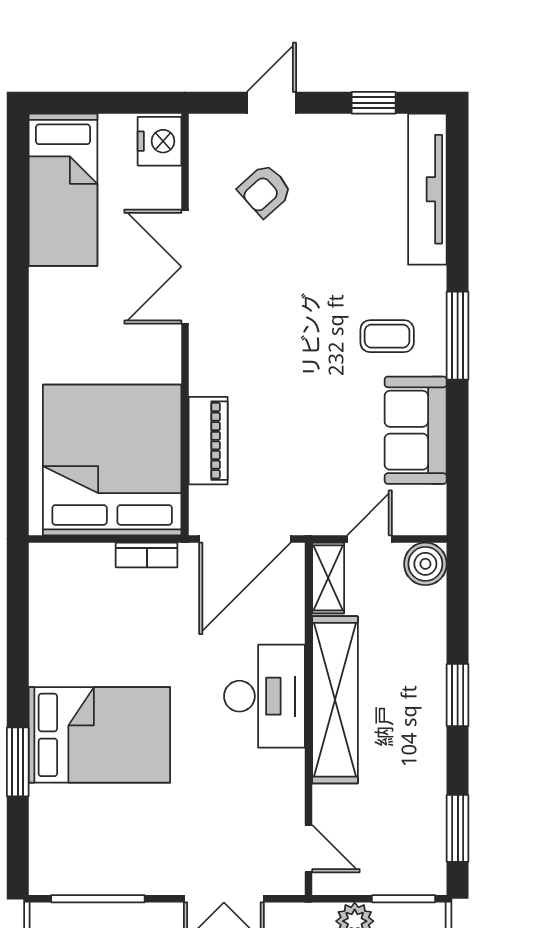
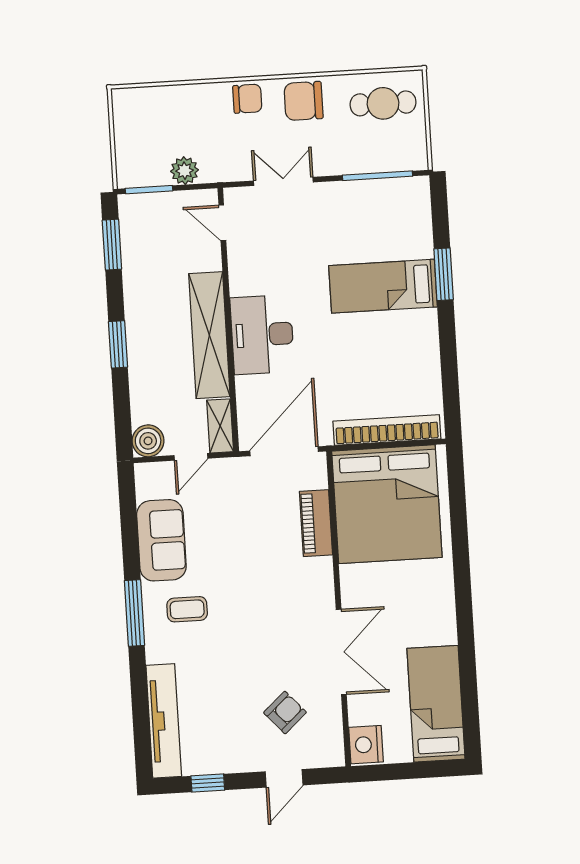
bookcase: (147, 555) -> (387, 430), width x2.31, depth x1.31
bed: (99, 735) -> (383, 286), width x0.67

